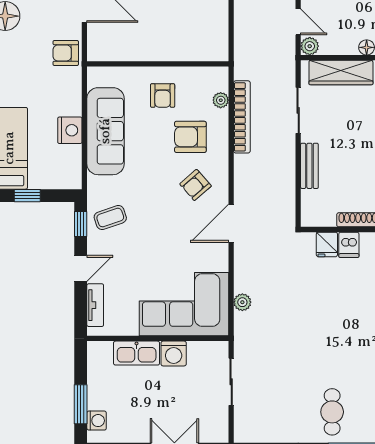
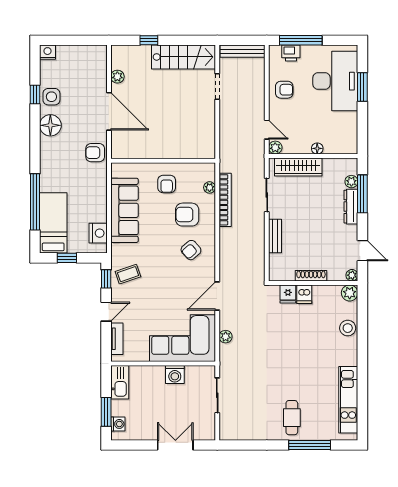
nightstand: (70, 130) -> (98, 233), moved
door: (231, 223) -> (217, 296), moved
kitchen sink: (137, 353) -> (120, 382), moved, turned -90

